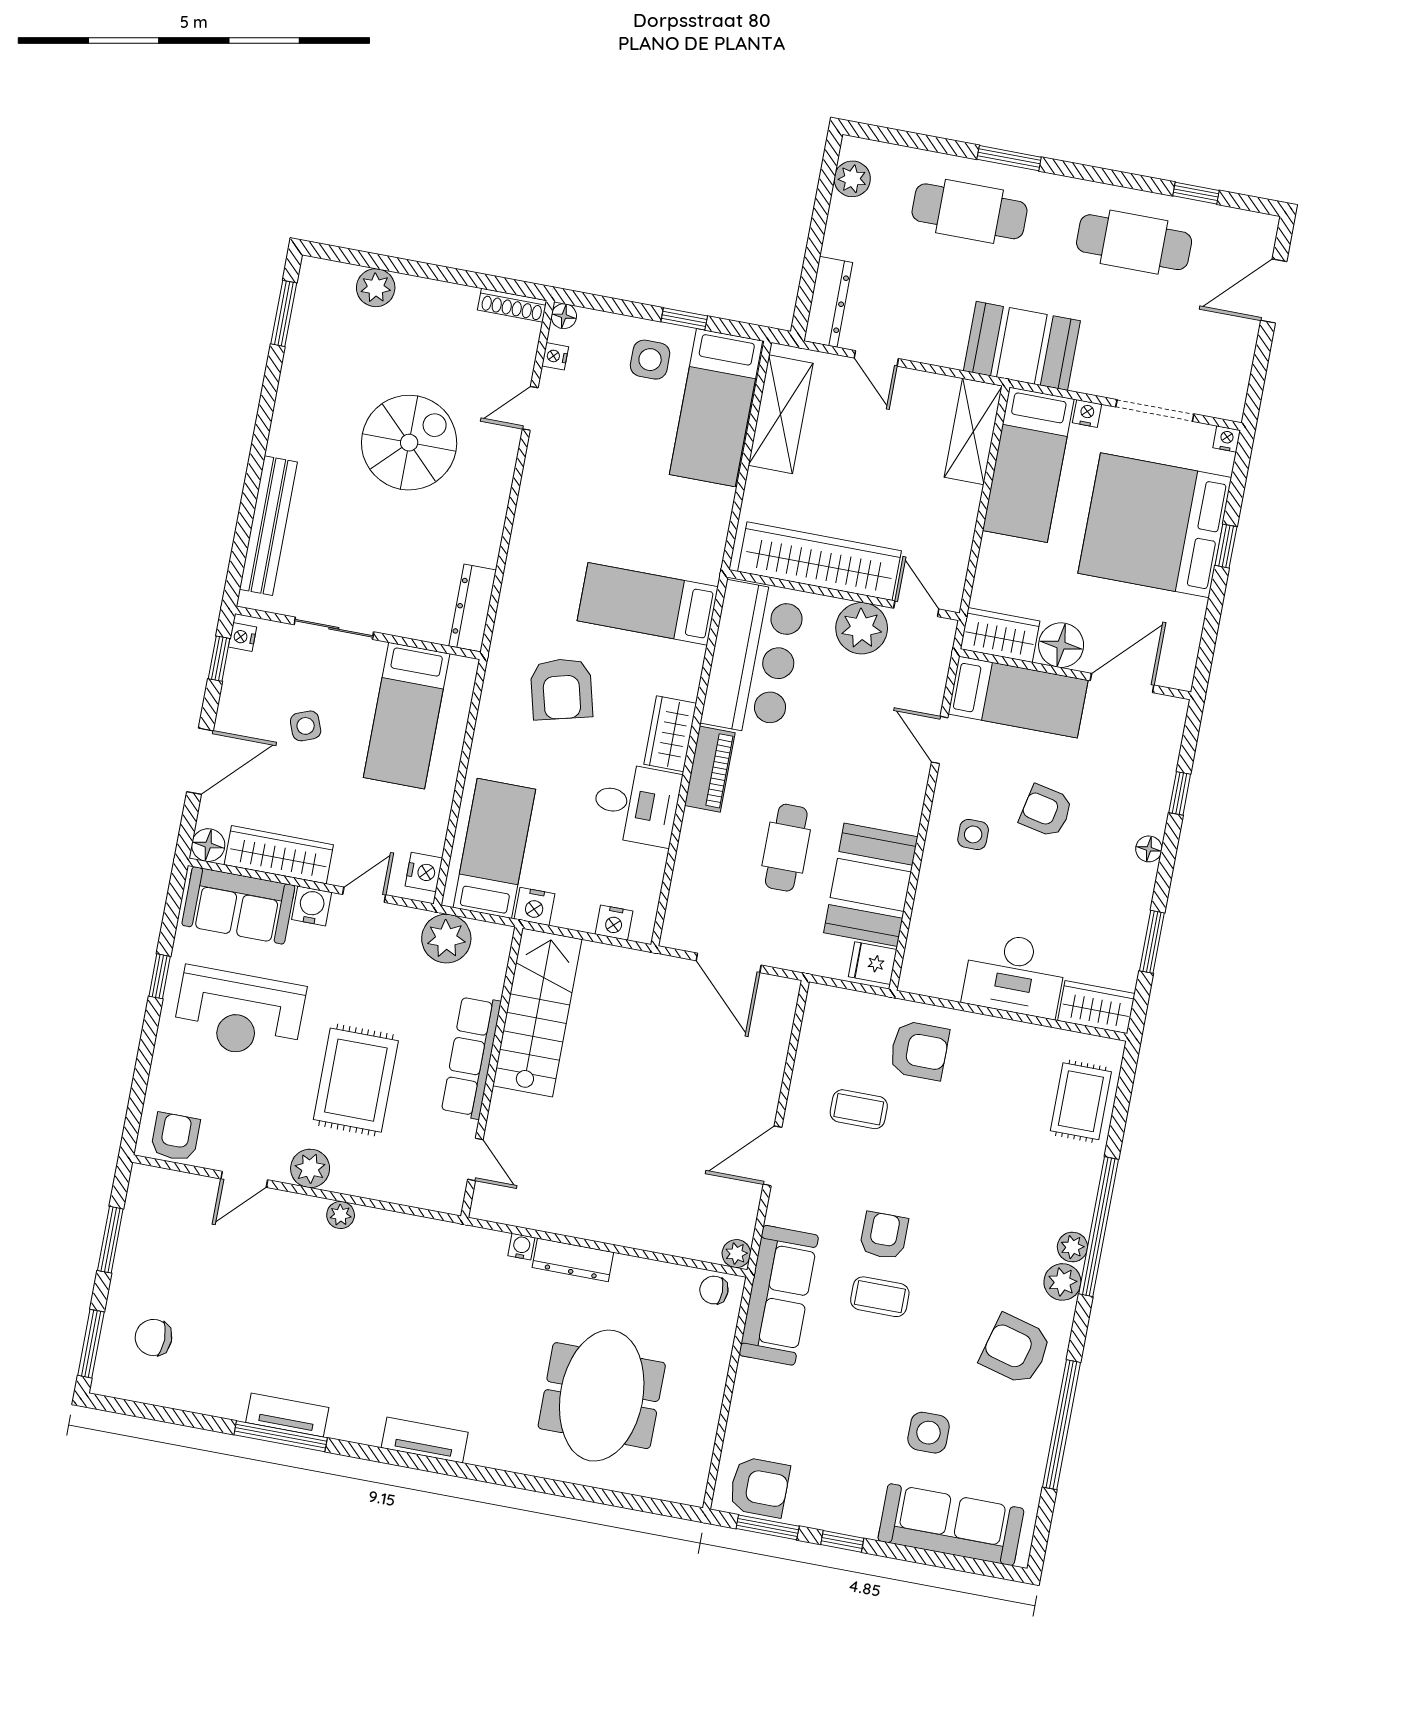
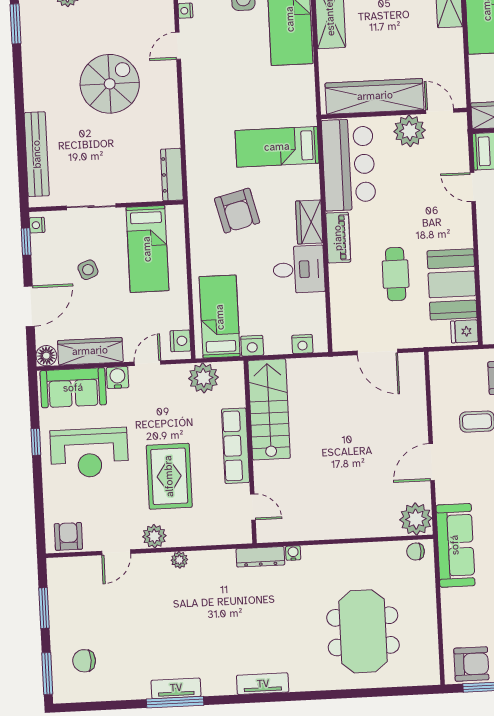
plant: (736, 1254) -> (416, 519), width x1.87, depth x1.87
dresser: (573, 1260) -> (260, 557), moved

